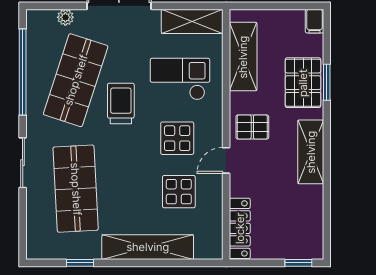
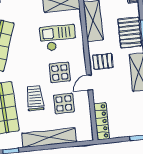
trolley: (121, 104) -> (35, 98), moved

